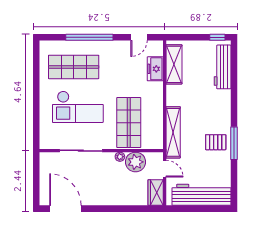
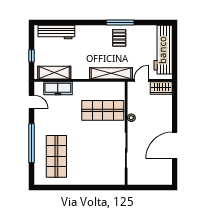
window: (217, 37) -> (32, 56), moved
freezer: (155, 69) -> (58, 88), width x1.40
checkout: (78, 107) -> (90, 153), removed
plant: (136, 162) -> (136, 105), removed
door: (65, 209) -> (175, 145), moved

